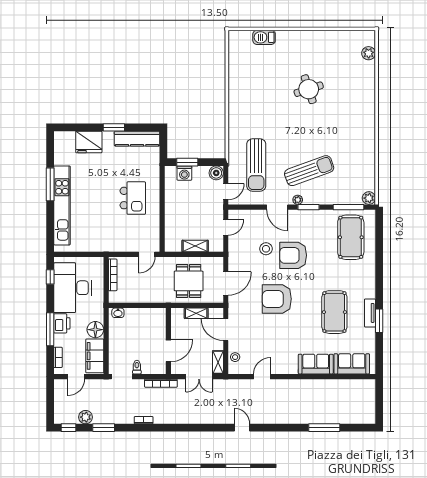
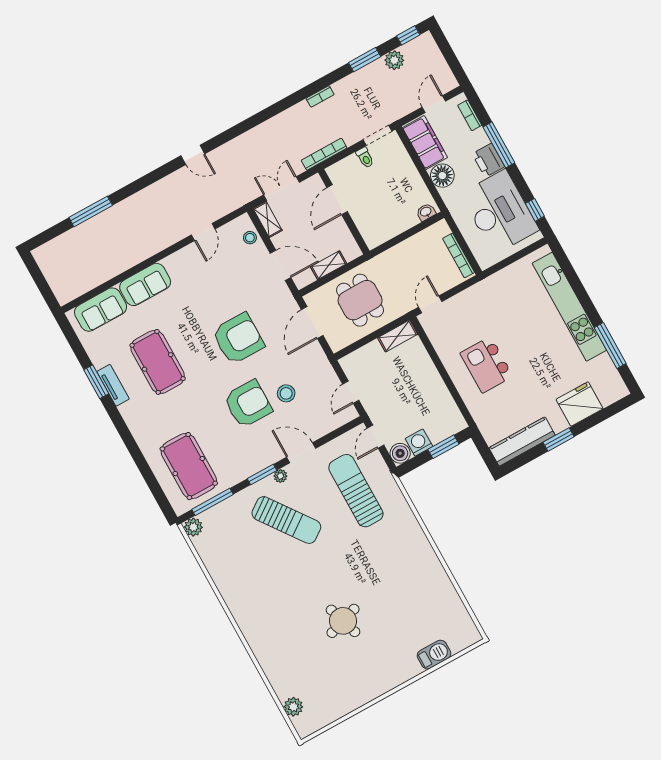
sun lounger: (309, 171) -> (286, 520), turned -106
washing machine: (184, 173) -> (419, 443), moved
window: (50, 184) -> (610, 345), moved
shelving: (195, 246) -> (398, 336), moved

